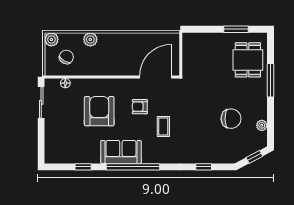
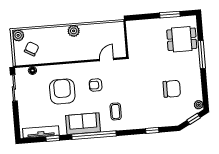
plant: (90, 39) -> (74, 31), moved
dining table: (248, 60) -> (182, 39), turned 90
door: (156, 77) -> (107, 59), width x0.53
plant: (262, 125) -> (199, 105), moved
coffee table: (163, 126) -> (116, 111), moved
tv unit: (69, 158) -> (41, 132), added

